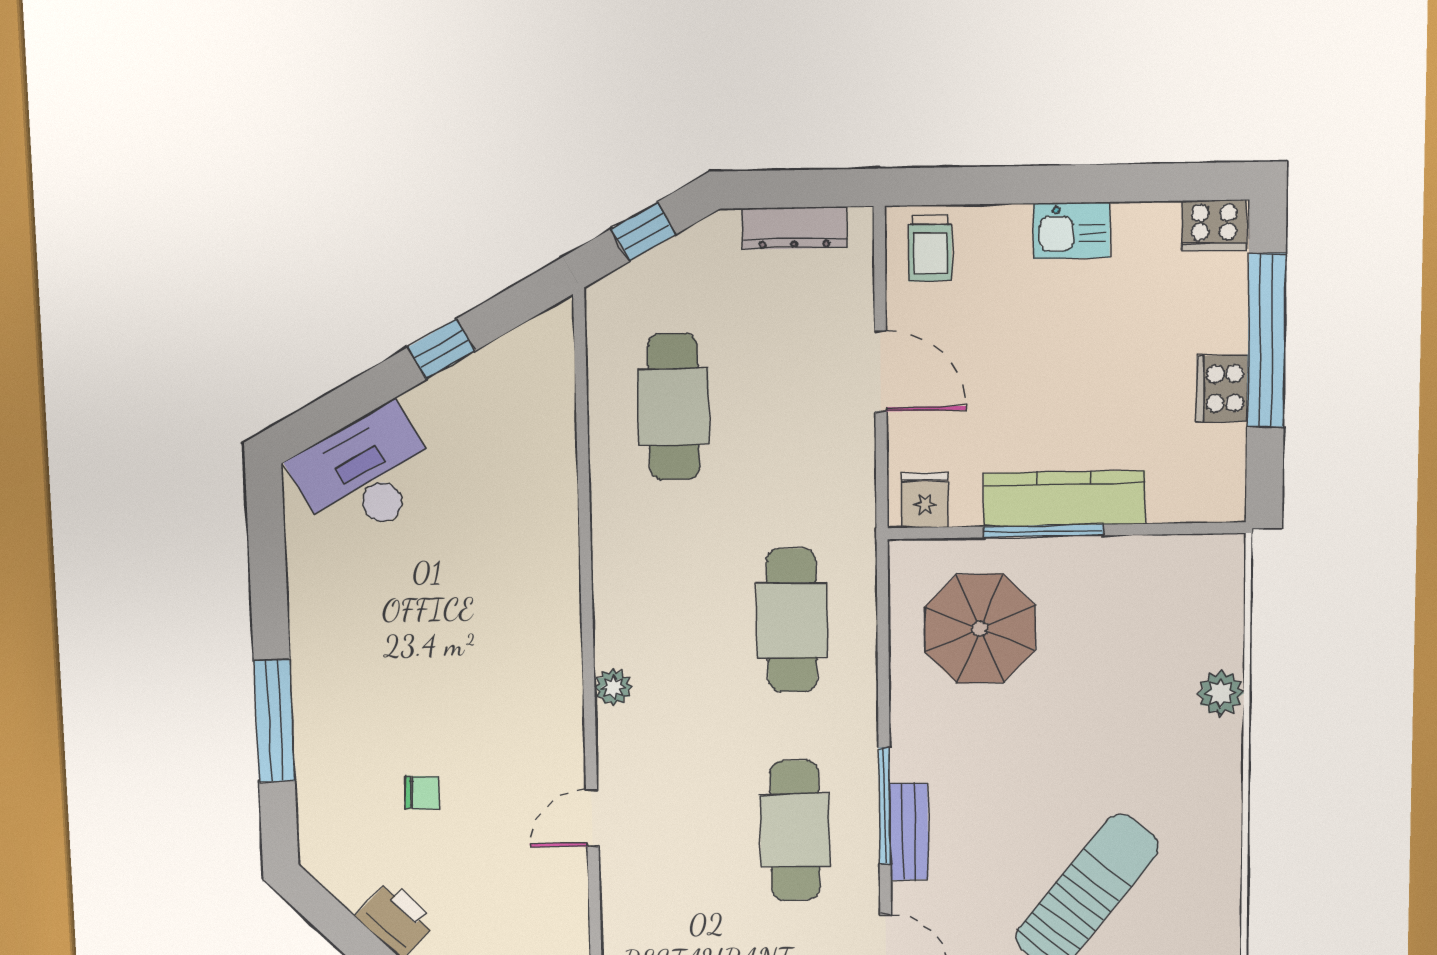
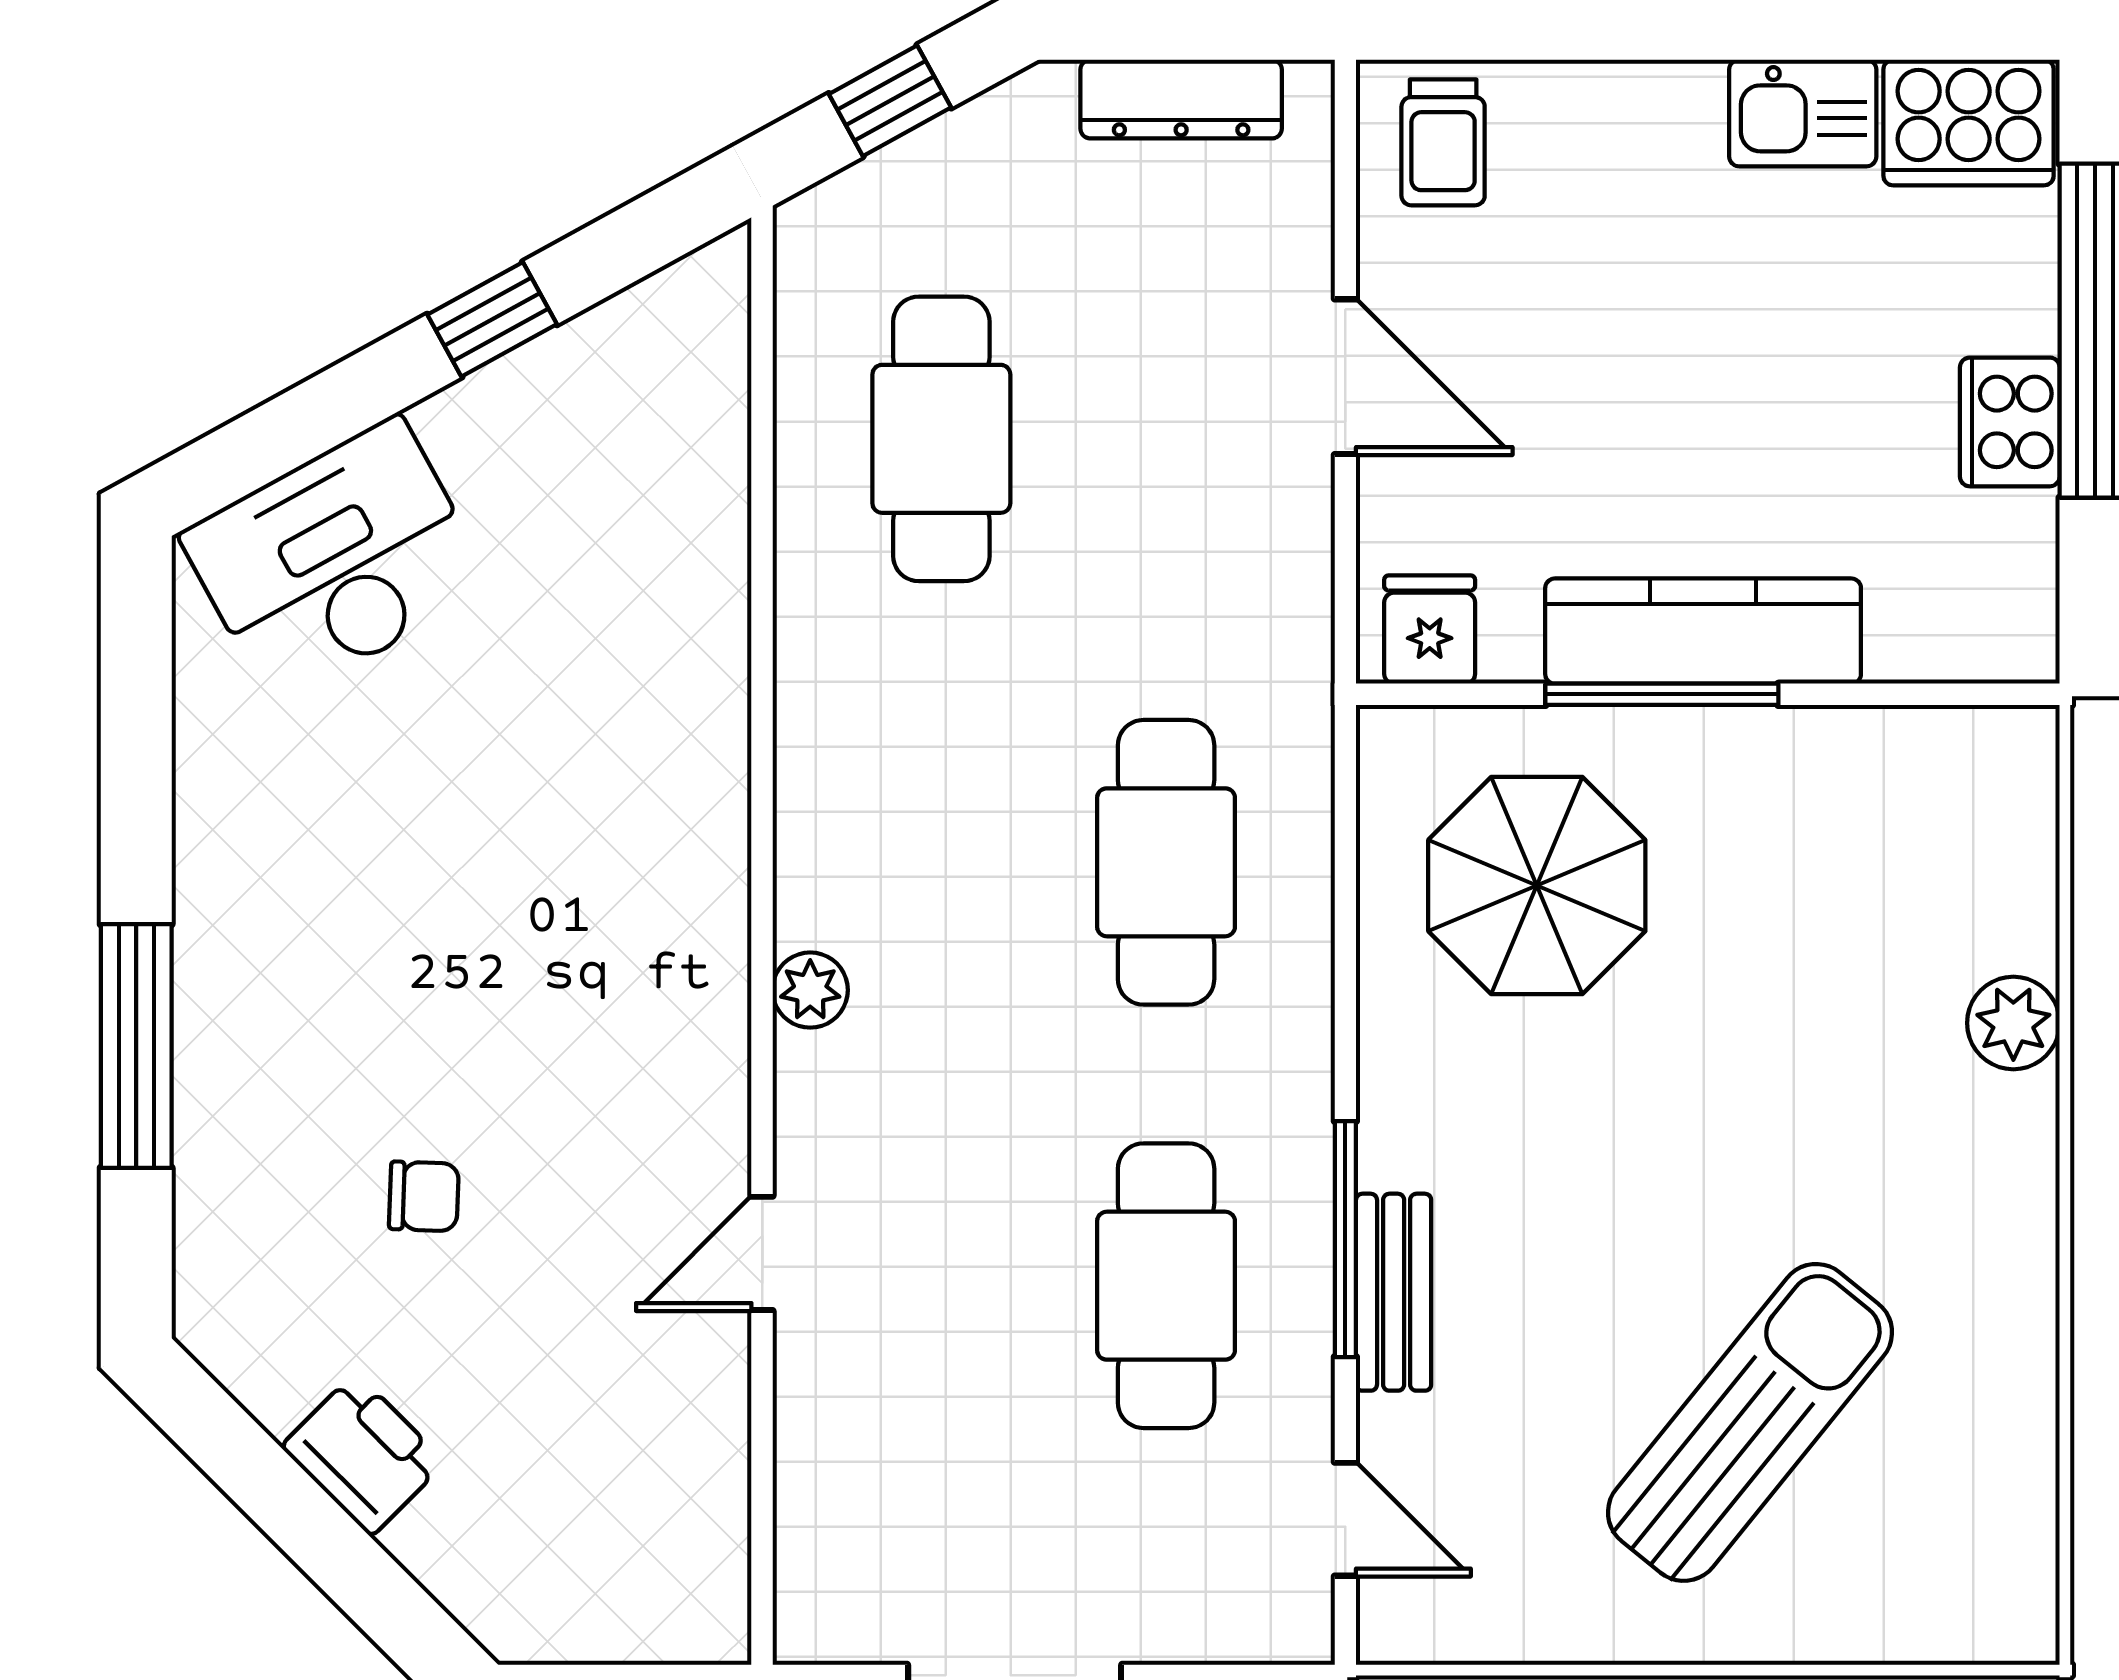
cooker: (1214, 225) -> (1969, 123), width x1.37, depth x1.31
kitchen sink: (1072, 231) -> (1803, 113), moved

